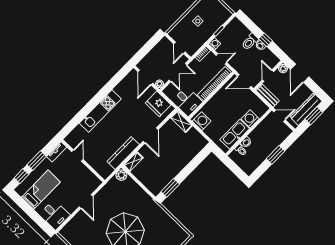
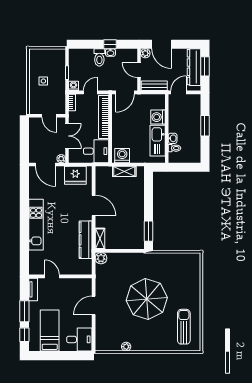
shelving: (181, 122) -> (124, 171), moved
door: (86, 201) -> (94, 305), swing flipped

